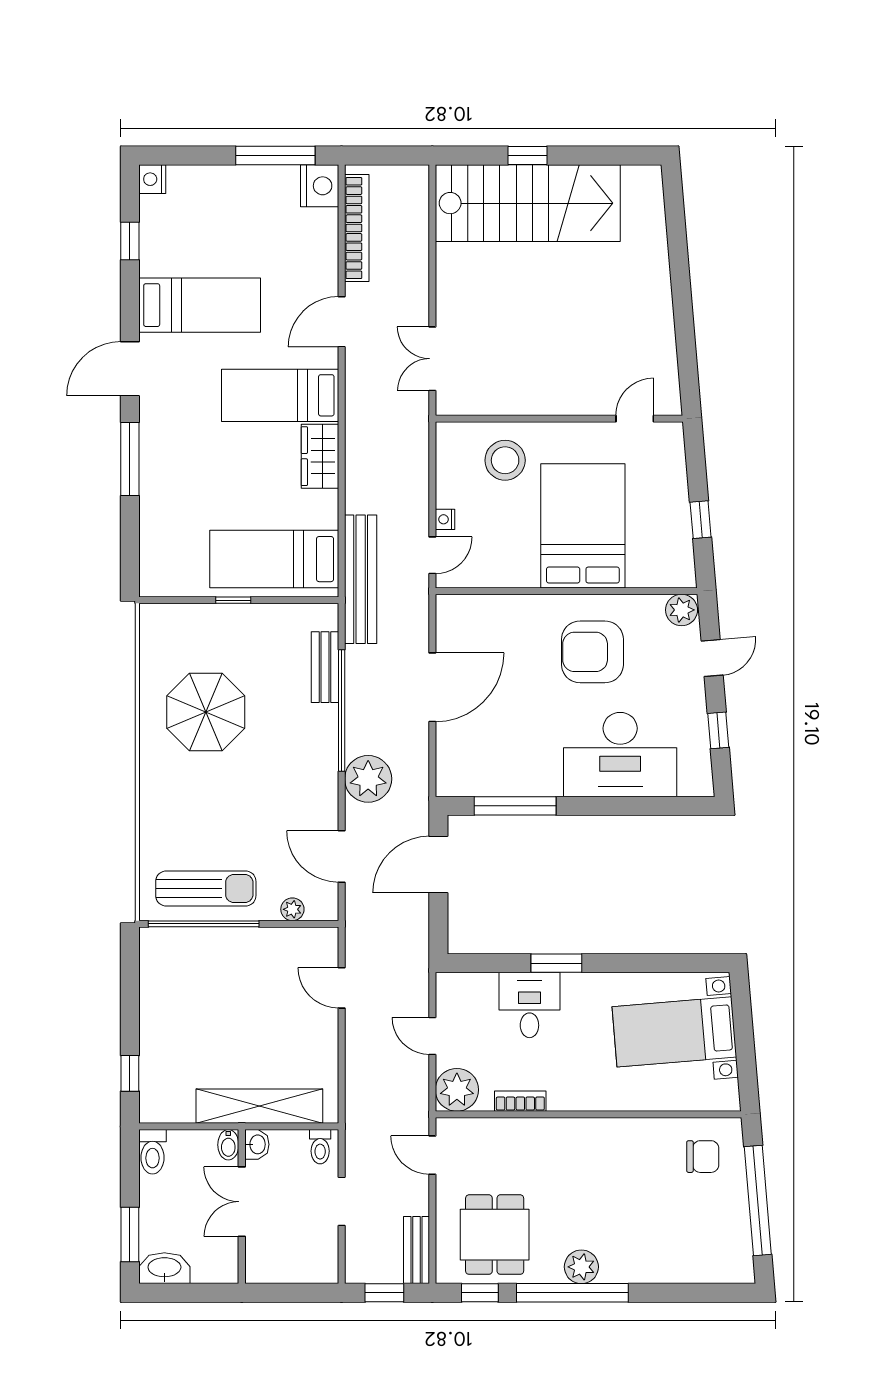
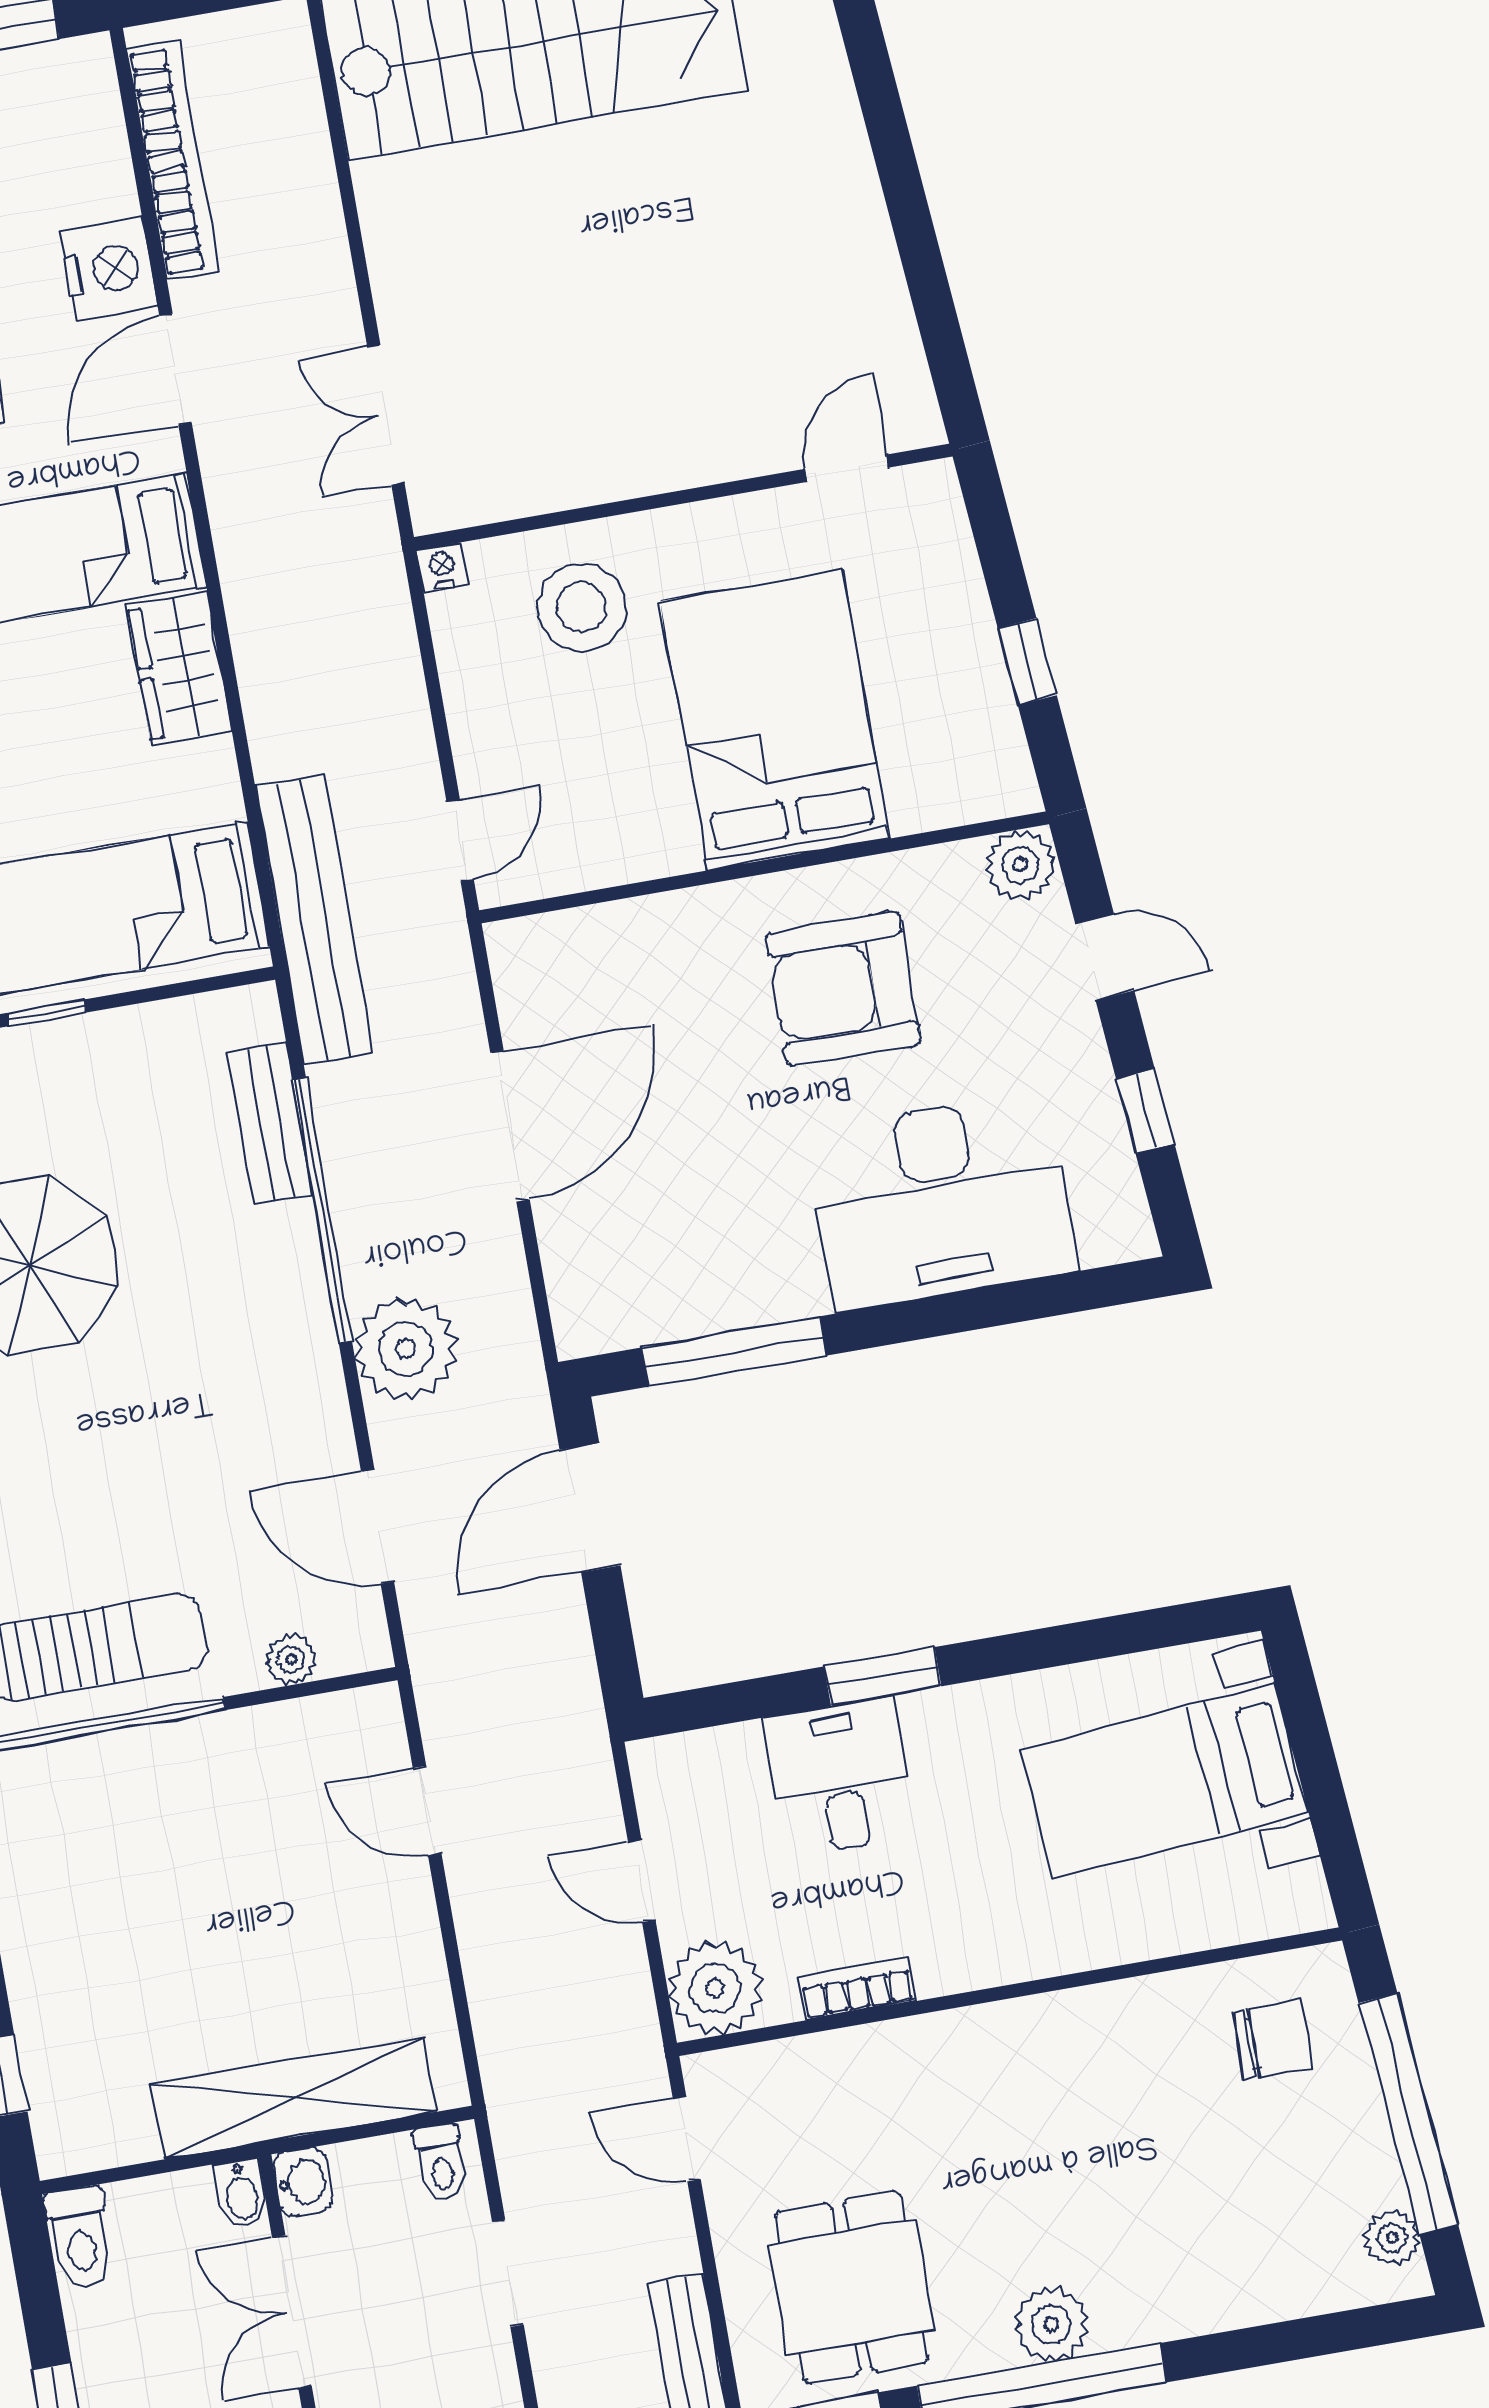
nightstand: (320, 186) -> (109, 269), moved
nightstand: (445, 519) -> (442, 567), moved, turned 90
door: (712, 658) -> (1105, 957), hinge flipped
plant: (741, 1255) -> (1392, 2238), added

